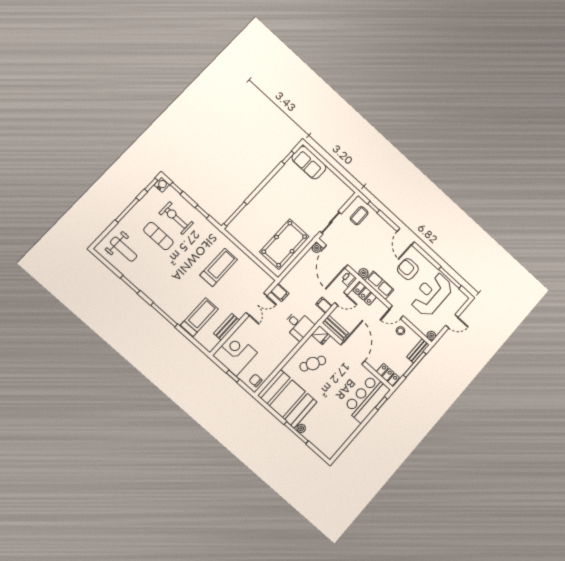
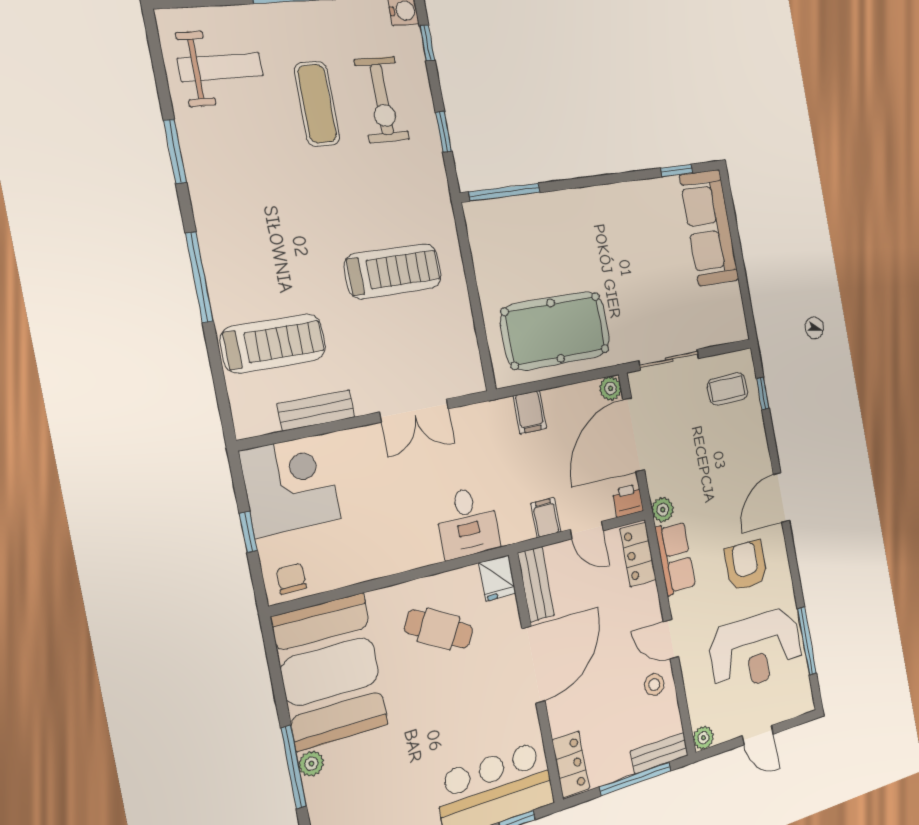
sofa: (309, 163) -> (709, 228), width x1.36
exercise bike: (176, 218) -> (382, 100), turned 180
weight bench: (124, 249) -> (221, 67), turned -90
filing cabinet: (280, 293) -> (530, 412), moved
reception desk: (431, 294) -> (756, 650), turned 180

